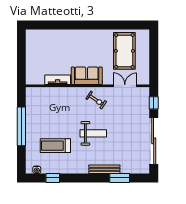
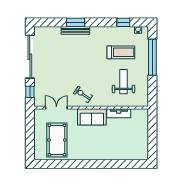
double door: (125, 86) -> (56, 108), swing flipped
window: (21, 126) -> (152, 57), moved
weight bench: (93, 133) -> (123, 82), moved, turned 90
window: (120, 178) -> (75, 22), moved

